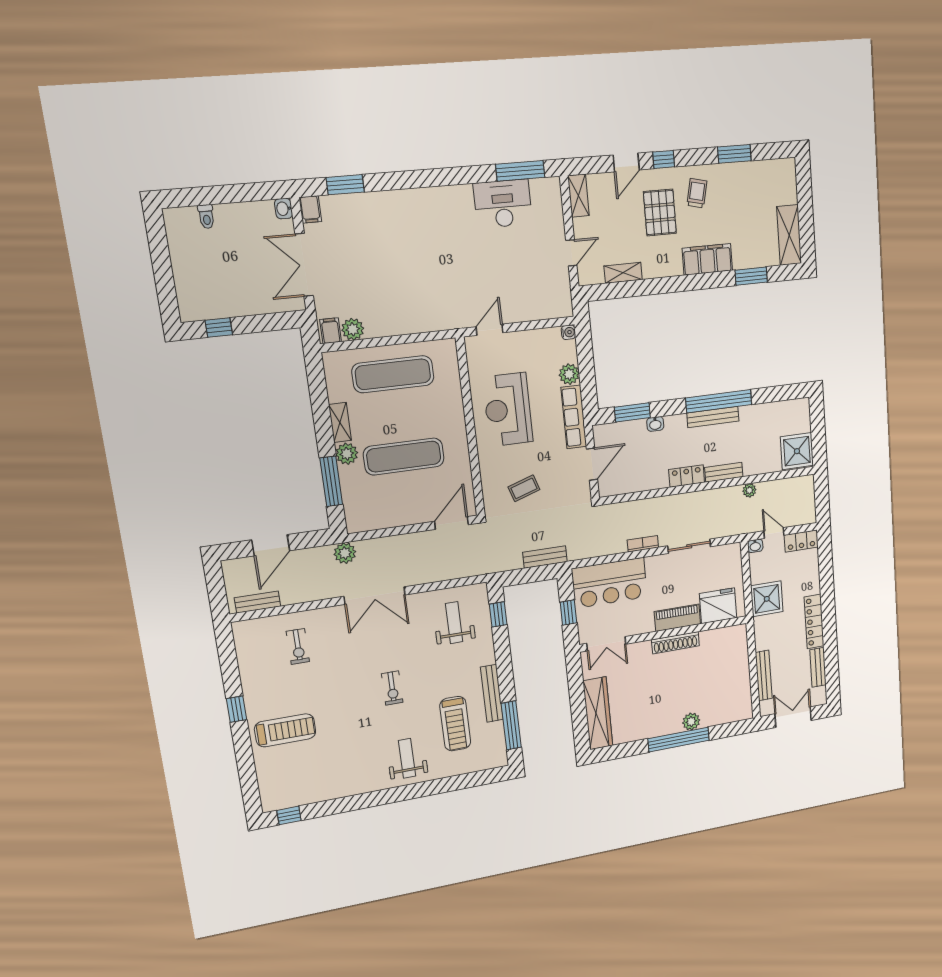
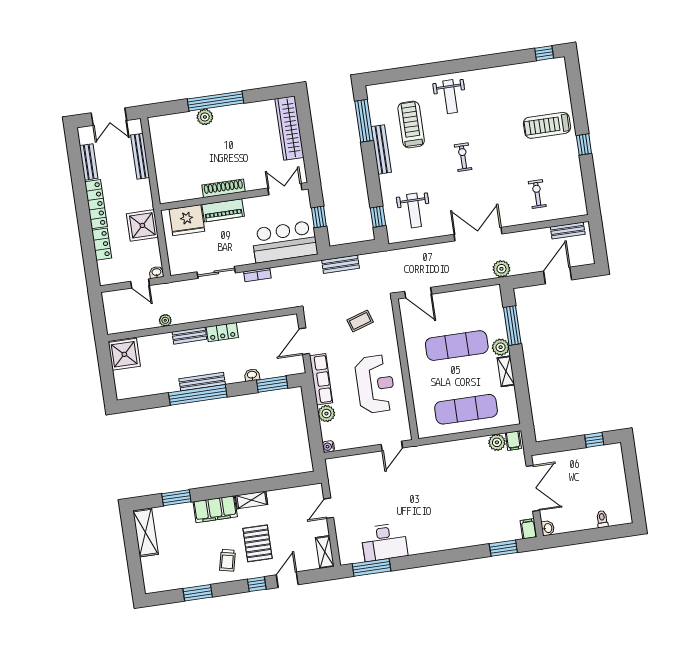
shelving: (623, 273) -> (252, 500), moved
door: (451, 523) -> (418, 293), hinge flipped
locker: (801, 541) -> (102, 244), moved, turned 90

